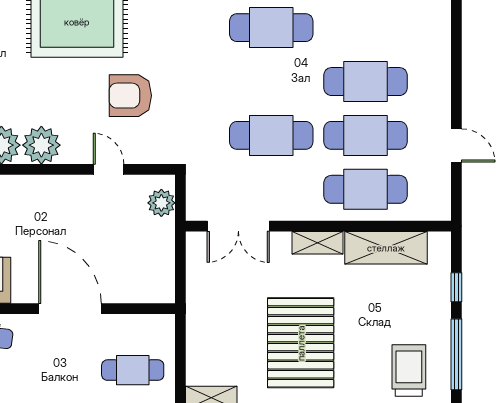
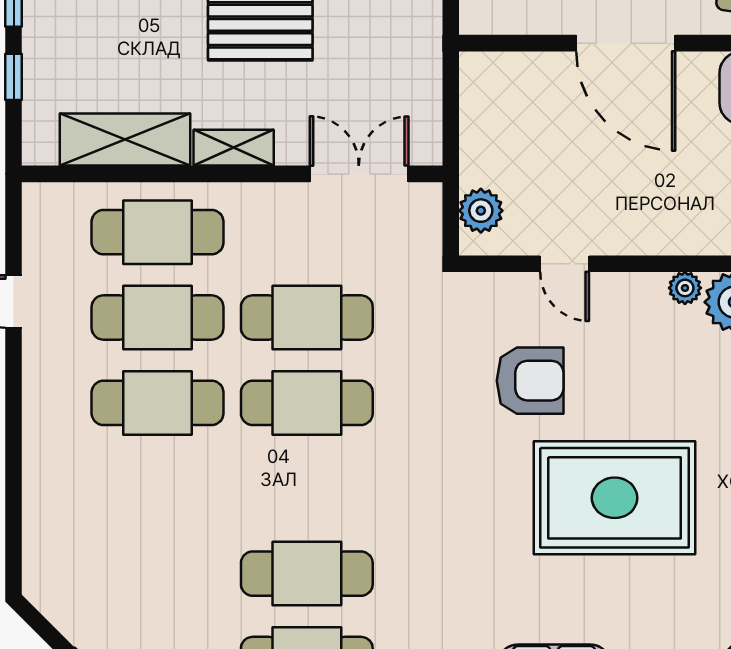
cafe table: (271, 28) -> (307, 403), moved
plant: (41, 145) -> (685, 288), width x0.53, depth x0.53

